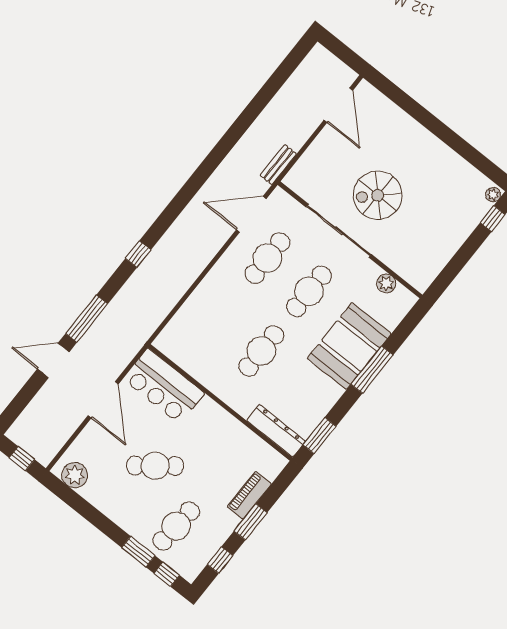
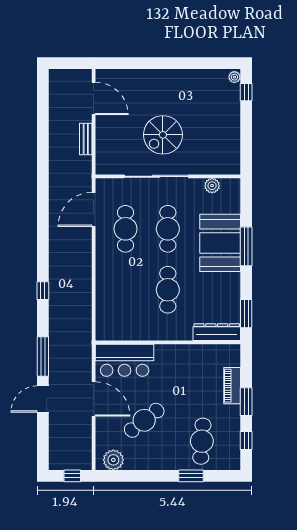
bench: (278, 165) -> (86, 139), moved
cafe table: (155, 466) -> (144, 420), moved
window: (167, 574) -> (220, 476), removed

